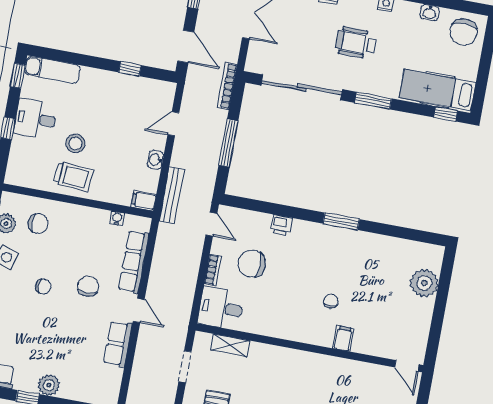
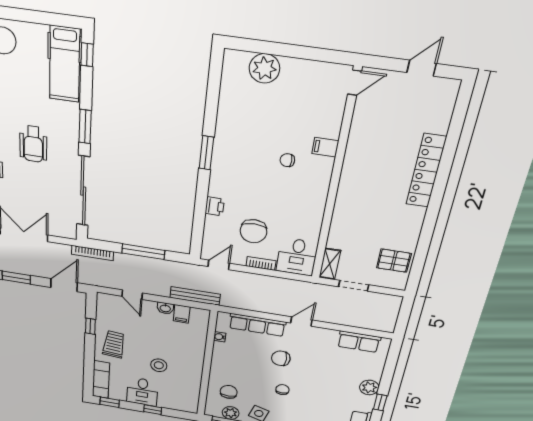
trolley: (73, 176) -> (114, 344), moved
filing cabinet: (144, 201) -> (182, 314), moved
row of seats: (118, 344) -> (359, 342), moved
shelving: (230, 345) -> (330, 264), moved

